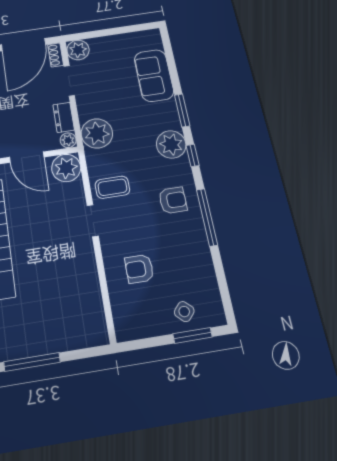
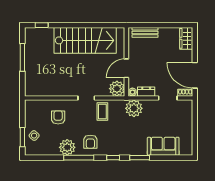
plant: (78, 50) -> (186, 106), removed
plant: (171, 144) -> (67, 147), moved

